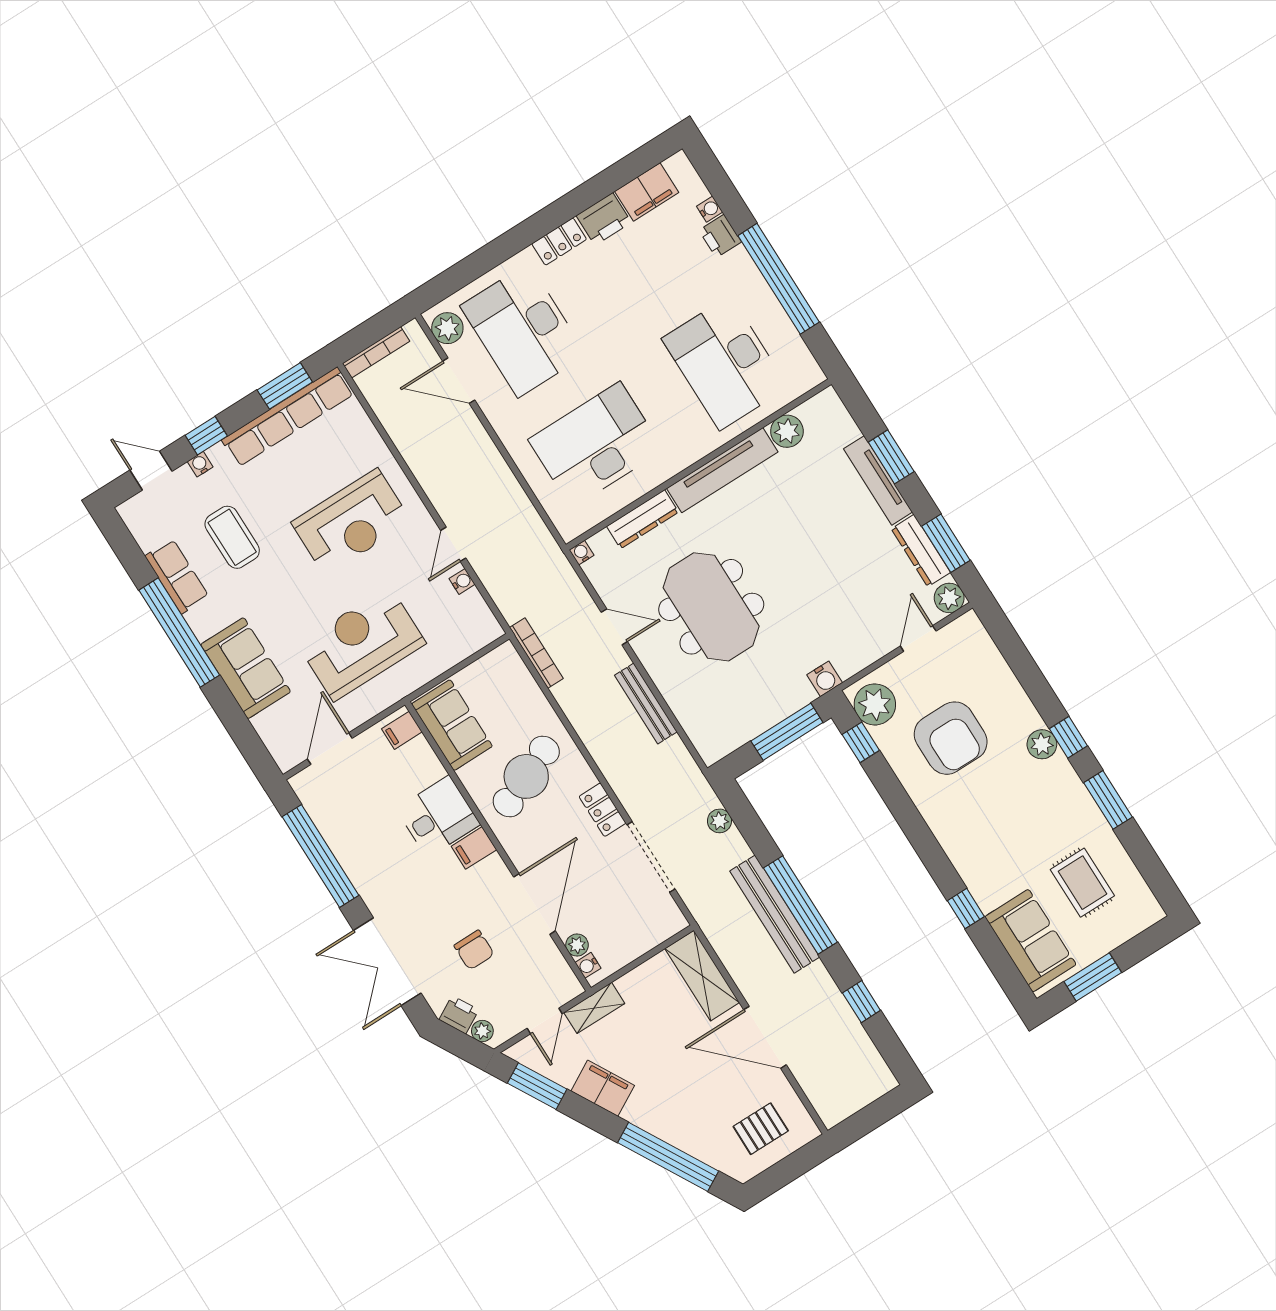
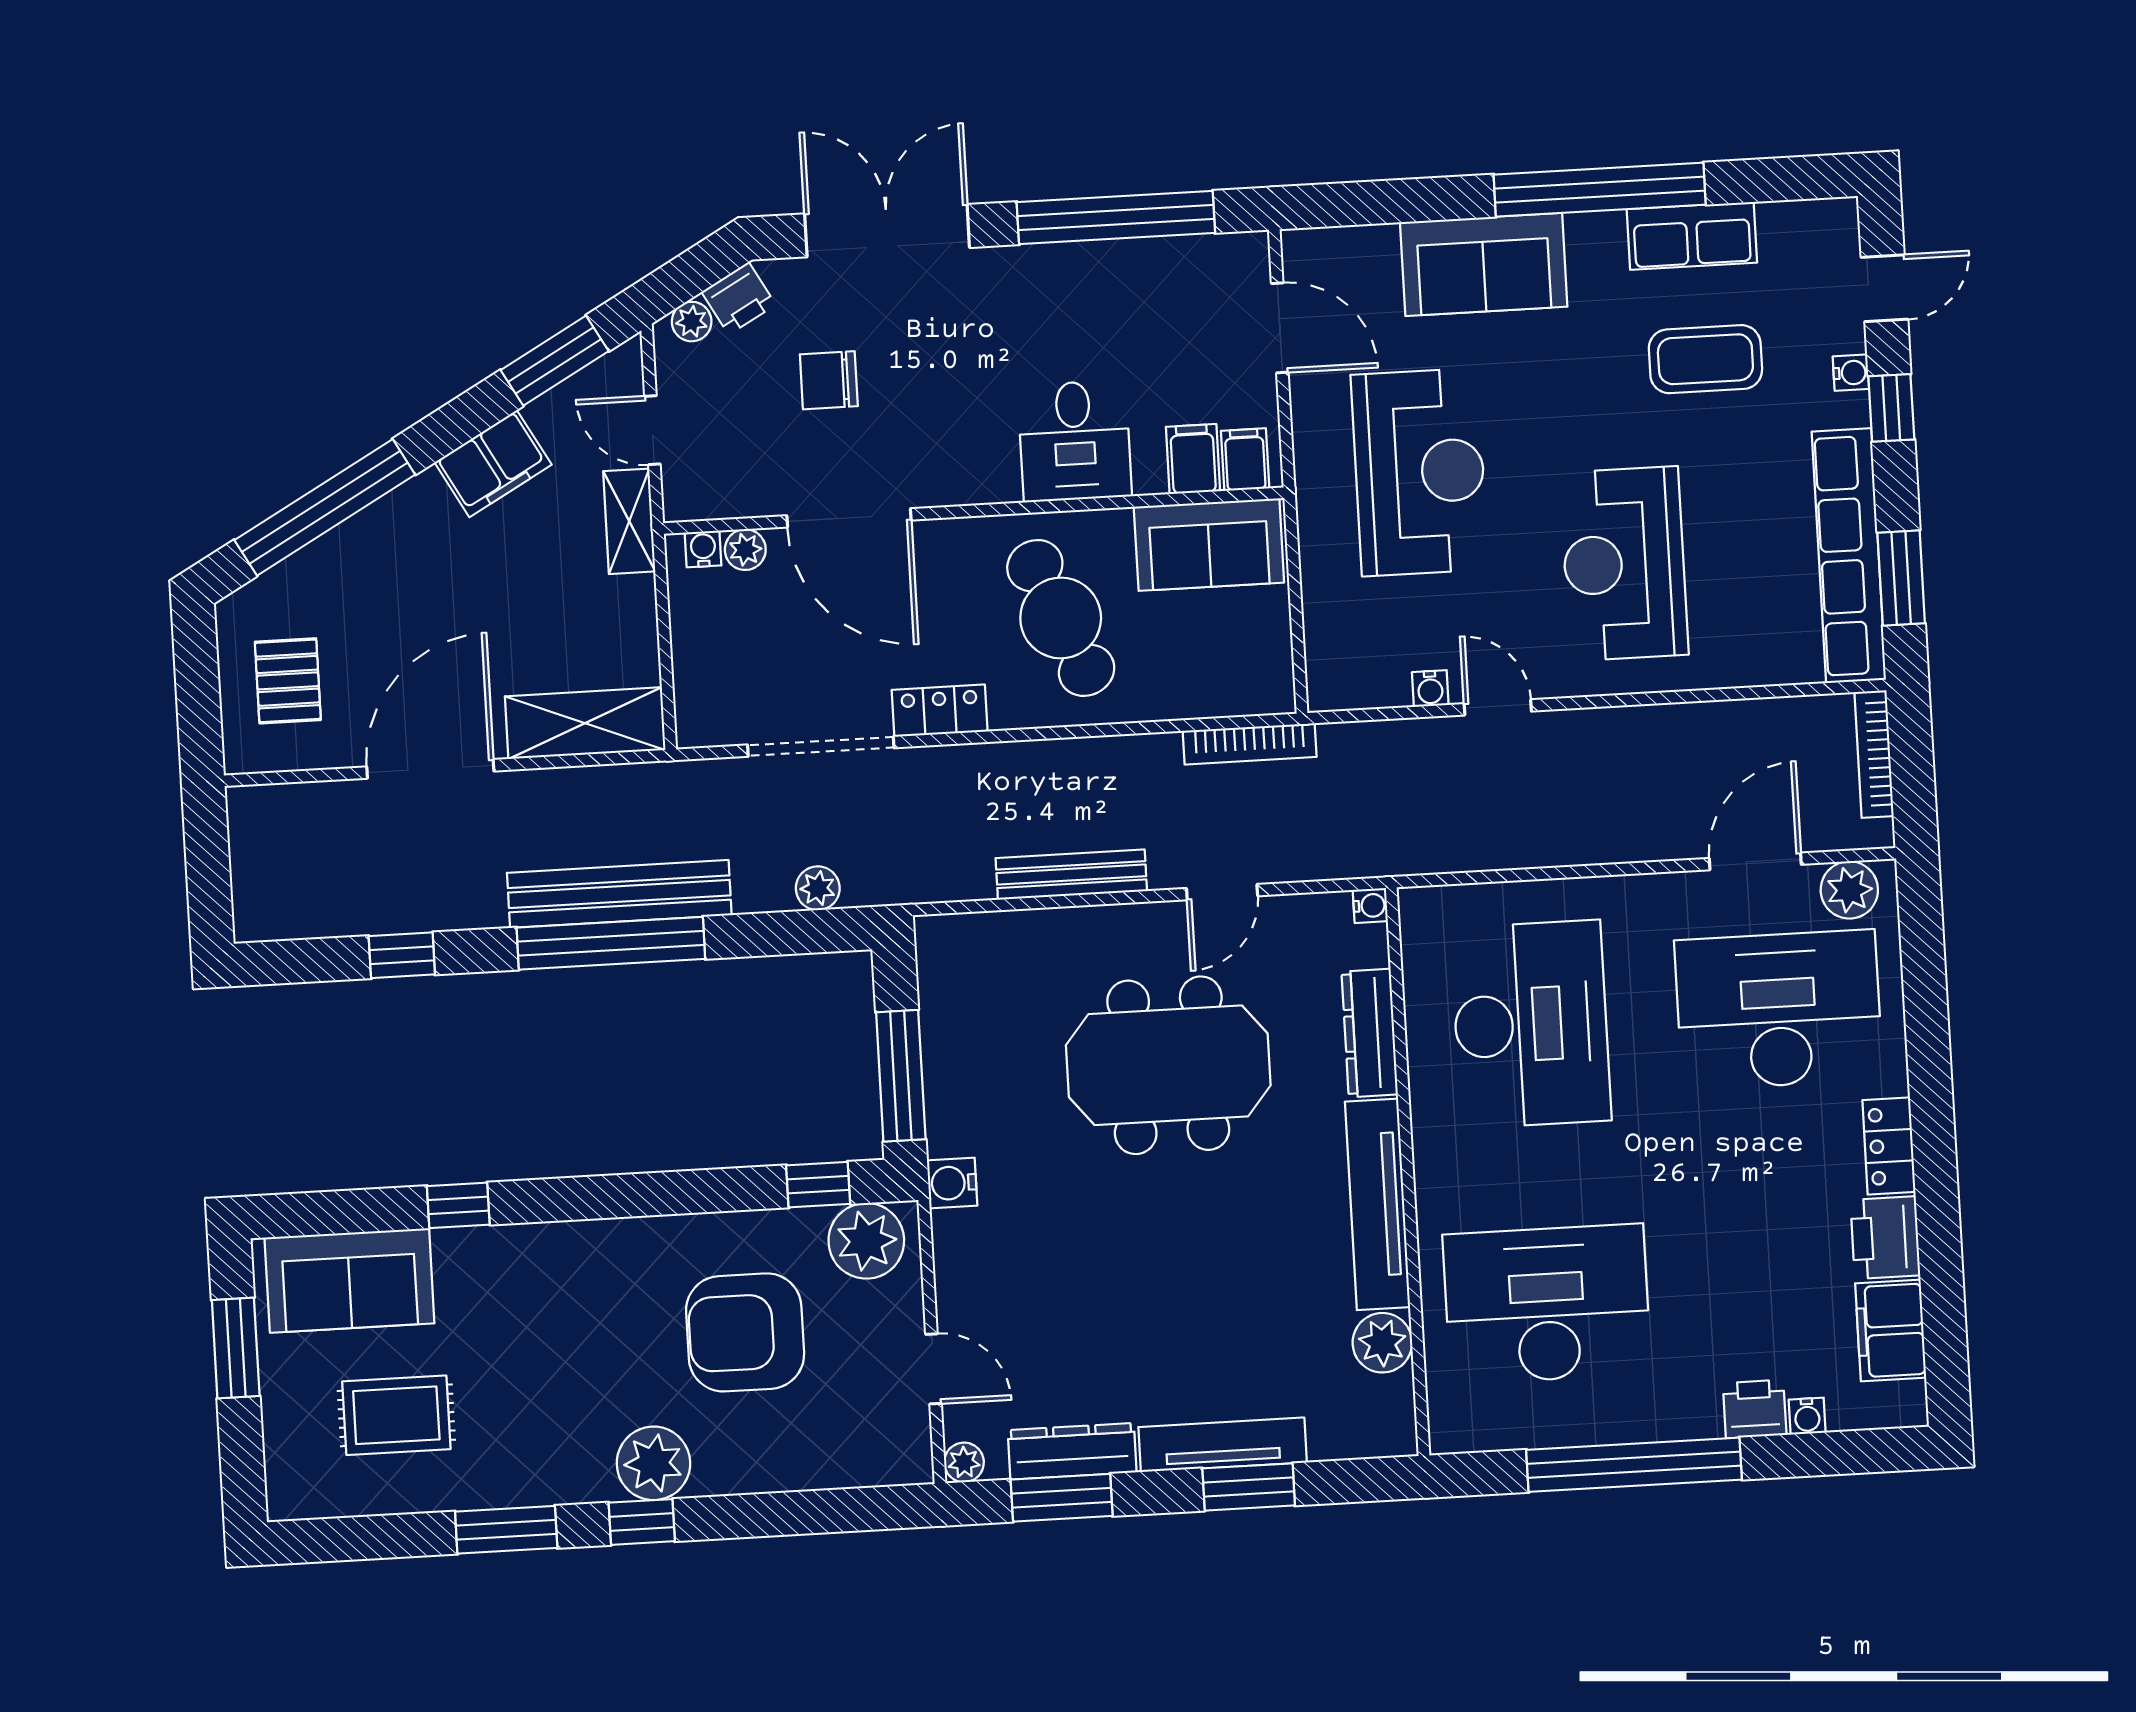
plant: (949, 598) -> (964, 1462), width x0.73, depth x0.73
plant: (1042, 744) -> (653, 1463), width x1.36, depth x1.36
filing cabinet: (474, 848) -> (1193, 459), moved

